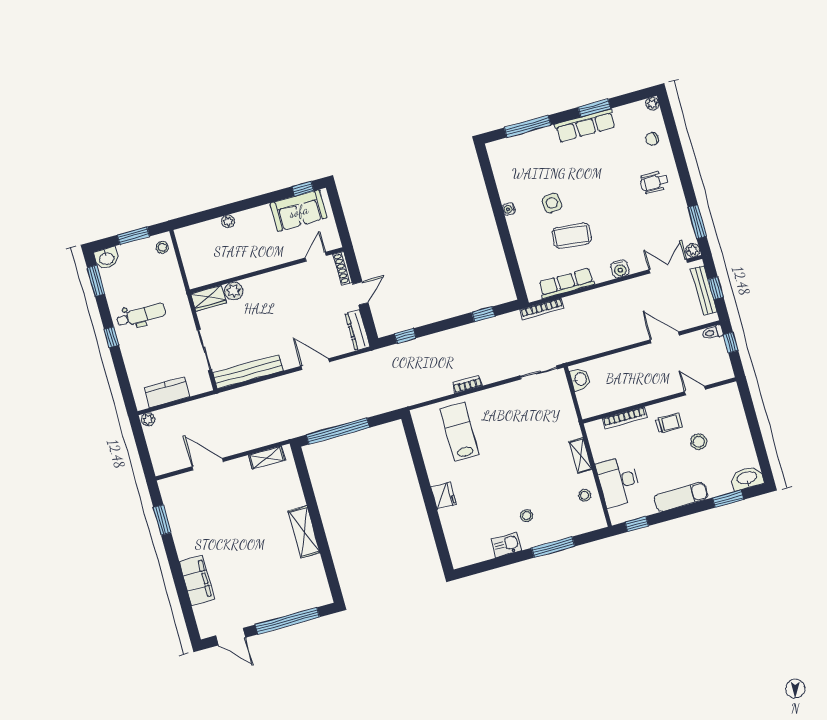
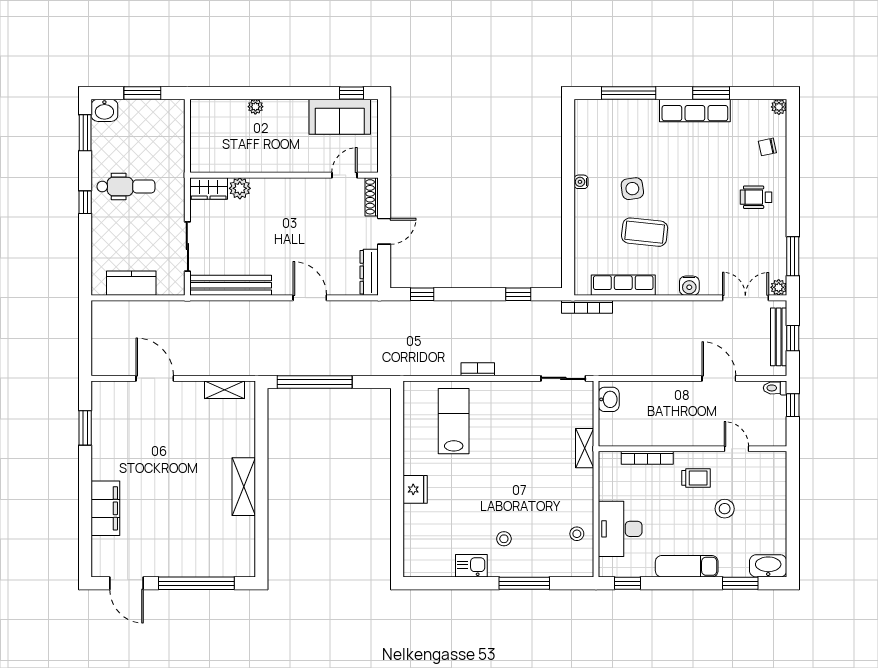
stool: (162, 247) -> (172, 115), removed
plant: (148, 419) -> (101, 308), removed
shelving: (580, 455) -> (585, 448), moved

